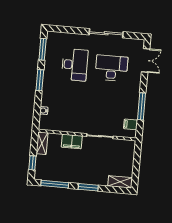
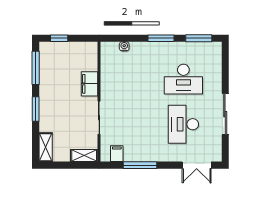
desk: (111, 68) -> (183, 124), turned 180
shelving: (42, 143) -> (84, 156), moved

